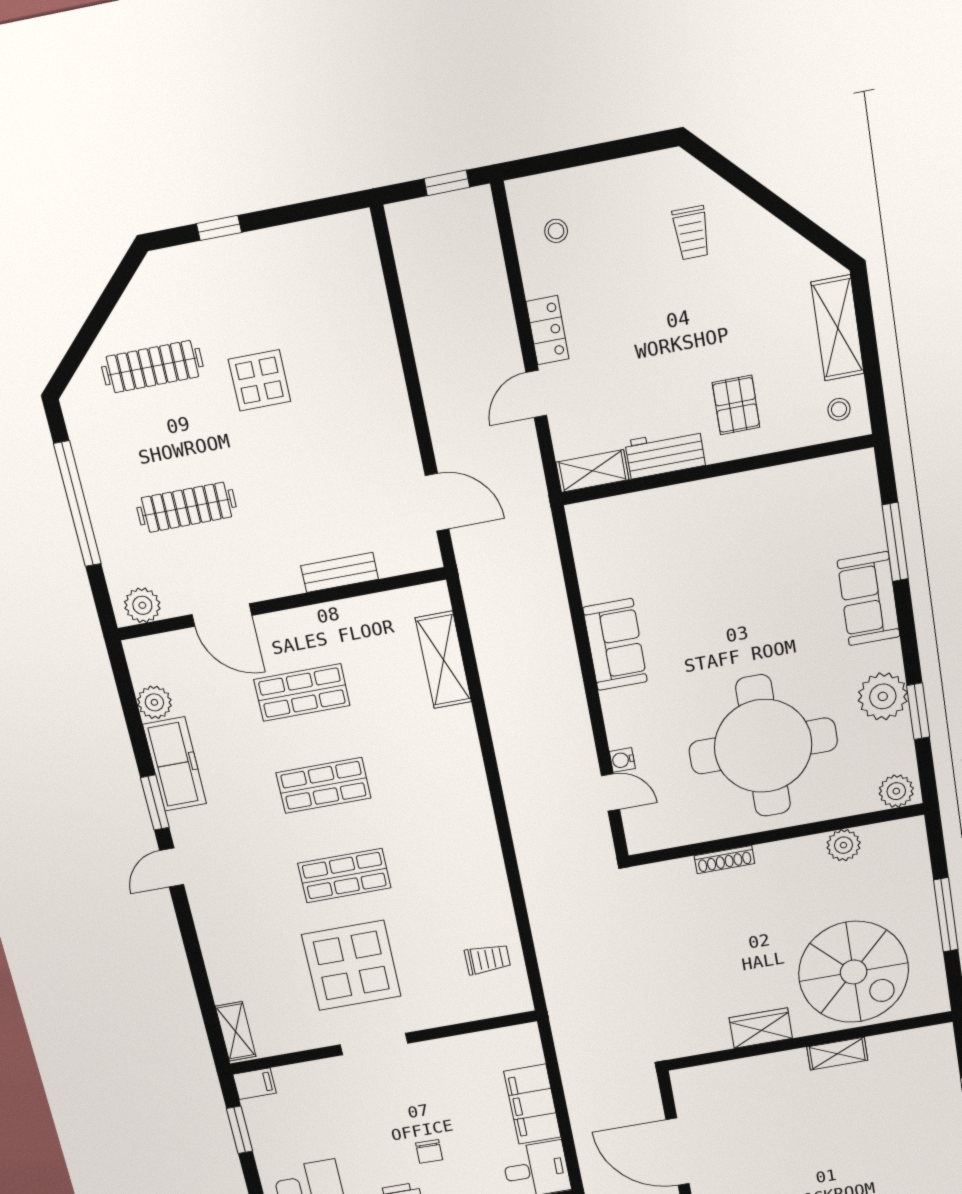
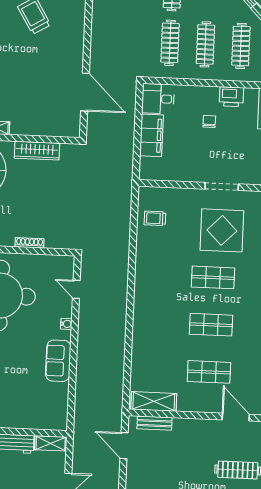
bench: (340, 572) -> (154, 423), moved
shelving: (443, 660) -> (154, 401), moved, turned 90
water cooler: (622, 760) -> (66, 324), moved
wardrobe: (761, 1028) -> (37, 151), width x1.50

